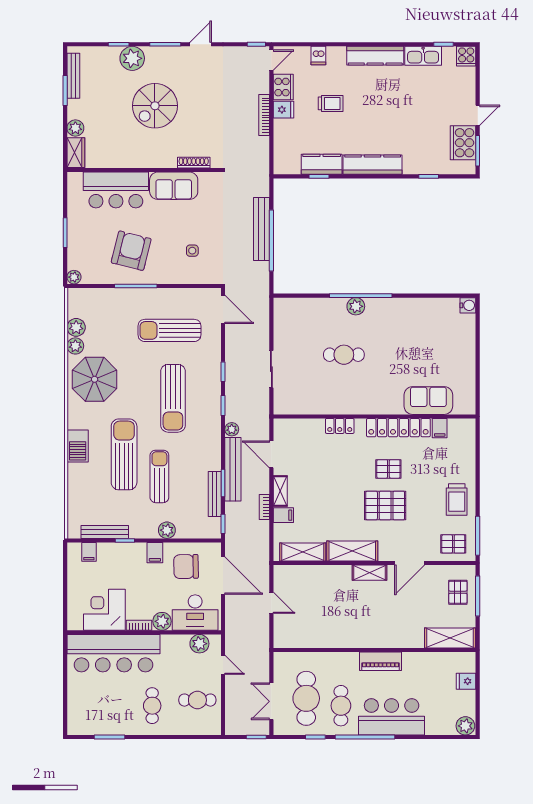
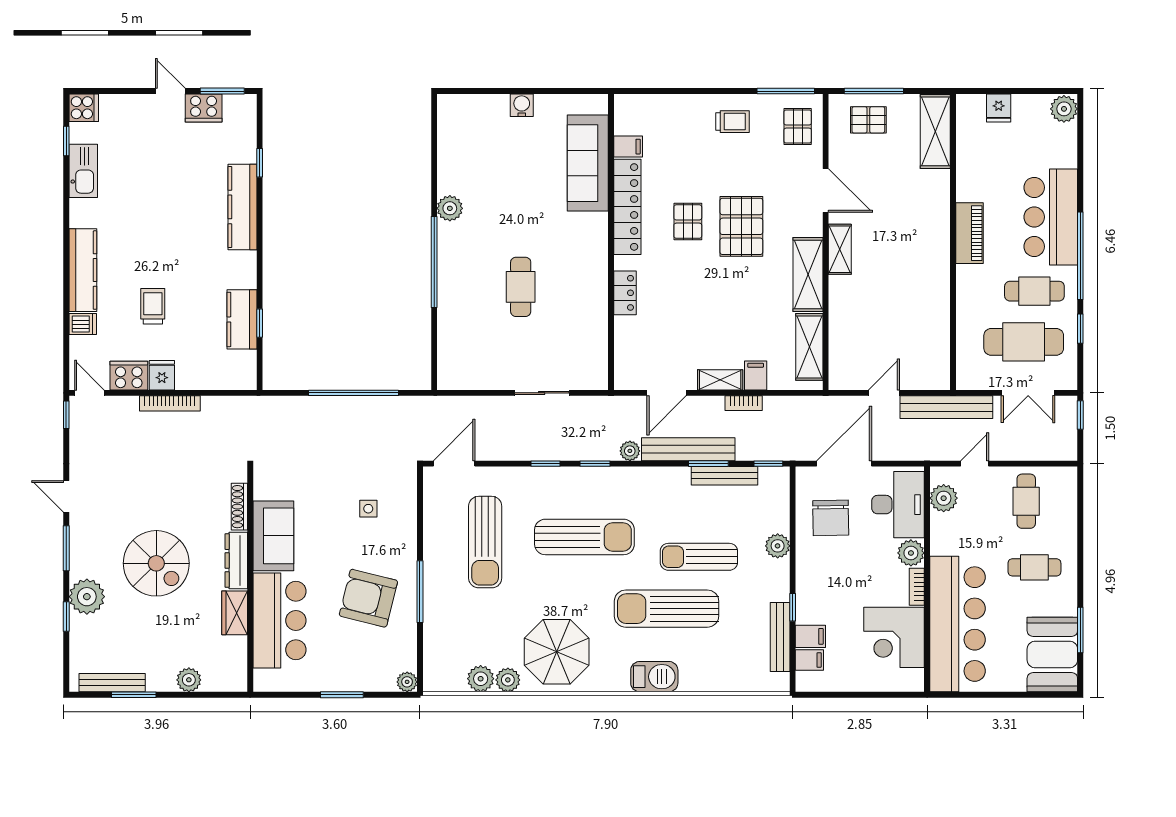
kitchen counter: (375, 56) -> (83, 270), moved
cooker: (463, 143) -> (204, 108), width x0.73, depth x0.76
wardrobe: (76, 153) -> (235, 613), moved, turned -90
dresser: (157, 160) -> (236, 561), added
kitchen counter: (373, 165) -> (242, 207), moved
bench: (262, 229) -> (946, 407), moved
water cooler: (468, 305) -> (522, 105), moved
plant: (356, 306) -> (450, 208), moved
sofa: (428, 401) -> (588, 163), width x1.36
trolley: (457, 499) -> (732, 122), width x0.73, depth x0.72
filing cabinet: (155, 553) -> (810, 636), moved
booth: (93, 718) -> (1052, 655), added

